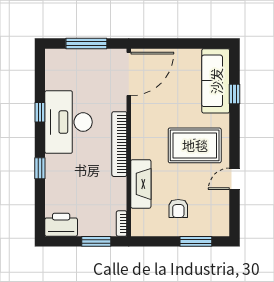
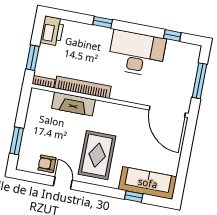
window: (40, 112) -> (172, 35), moved
bookcase: (119, 144) -> (83, 87), moved
armchair: (178, 208) -> (47, 164), moved

